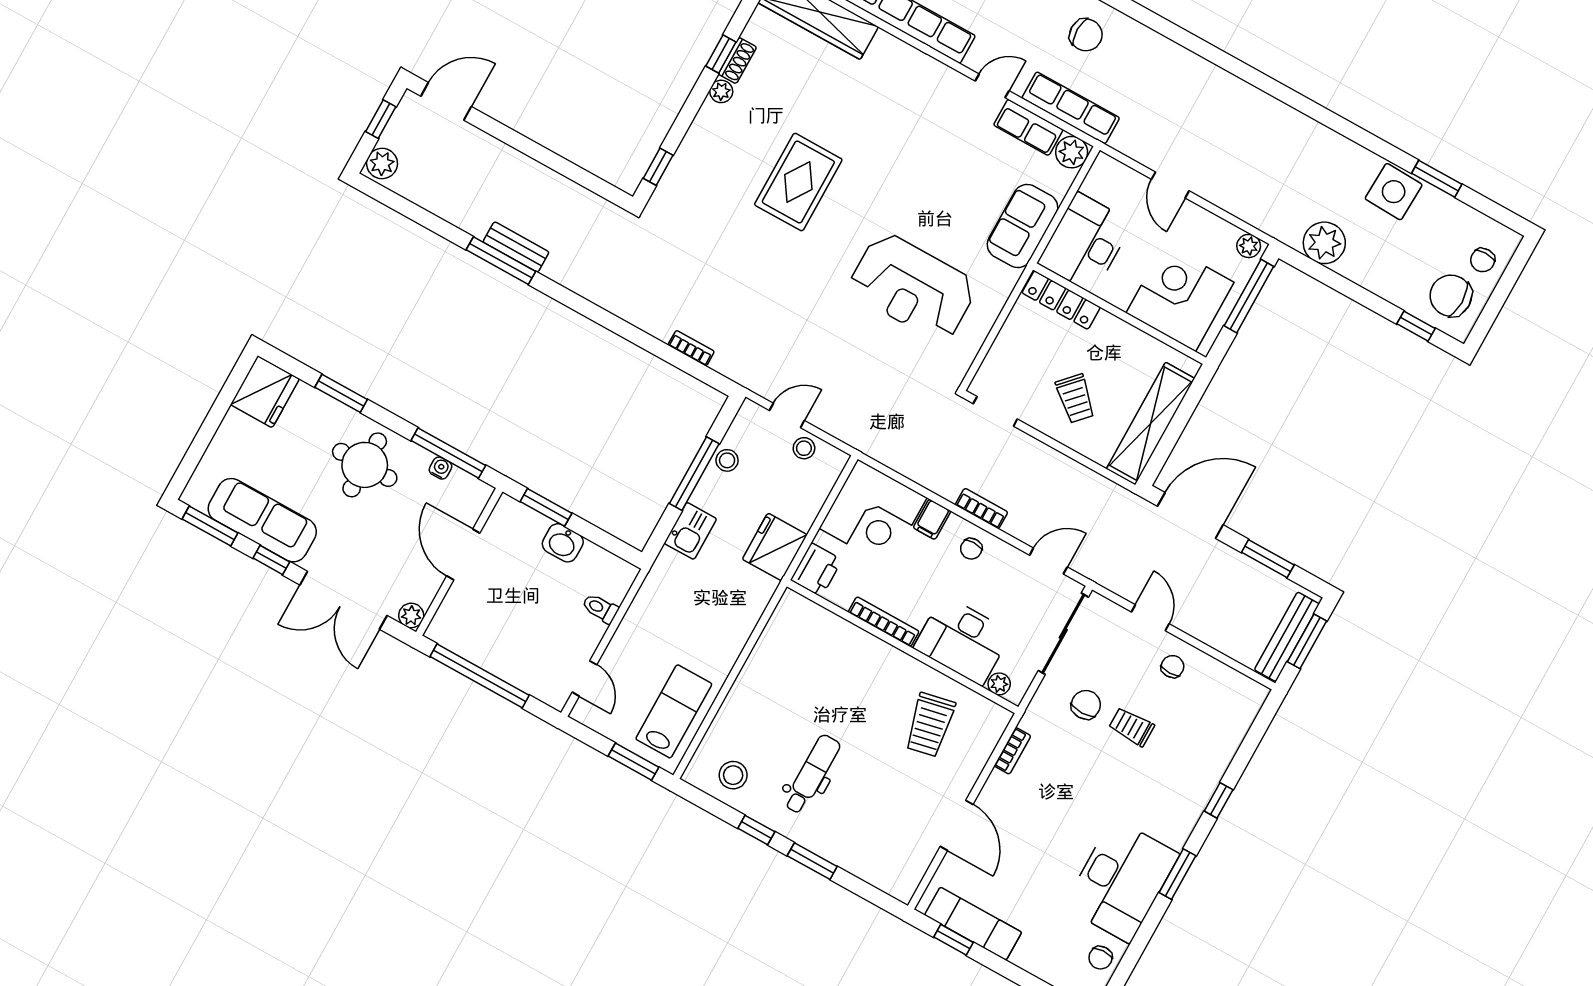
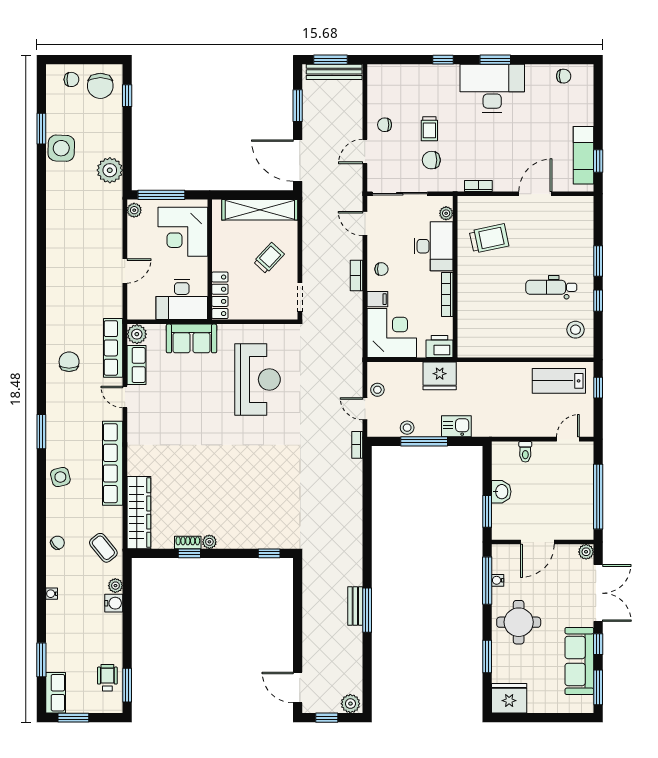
rug: (798, 182) -> (235, 473), removed
bookcase: (691, 348) -> (357, 445), moved
window: (633, 762) -> (598, 388), width x0.67
desk: (1121, 880) -> (492, 88), moved

